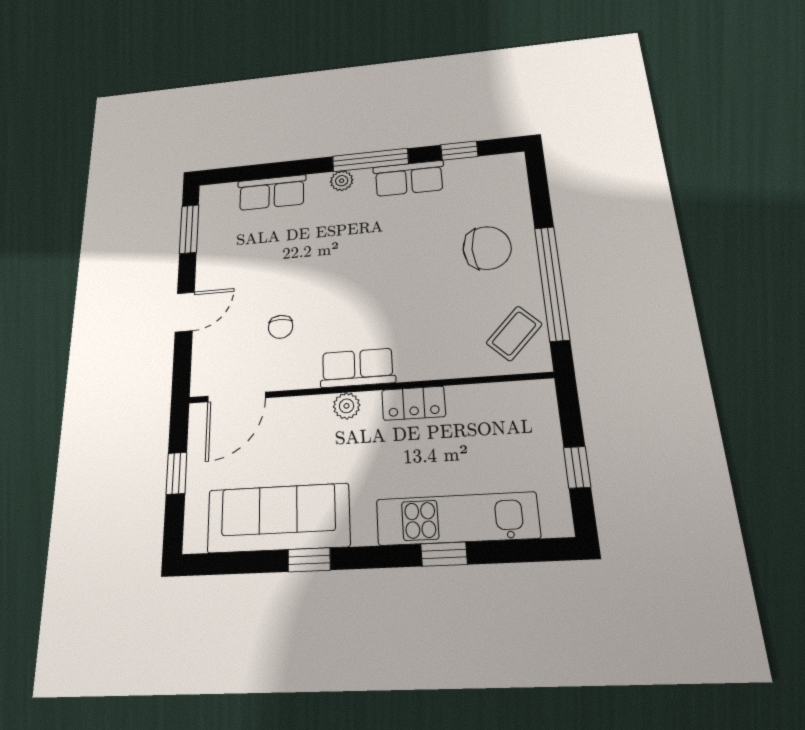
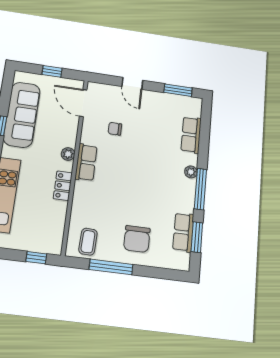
window: (459, 151) -> (197, 237), width x1.50
row of seats: (409, 178) -> (183, 232), moved
window: (552, 283) -> (111, 267), width x0.68
coffee table: (514, 333) -> (88, 242), turned 48
window: (577, 467) -> (36, 258), moved

